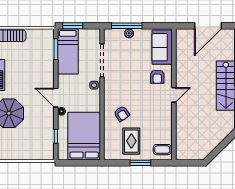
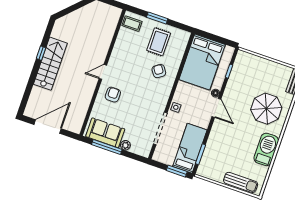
window: (127, 26) -> (107, 147), moved
sofa: (162, 47) -> (105, 133), moved, turned -90

